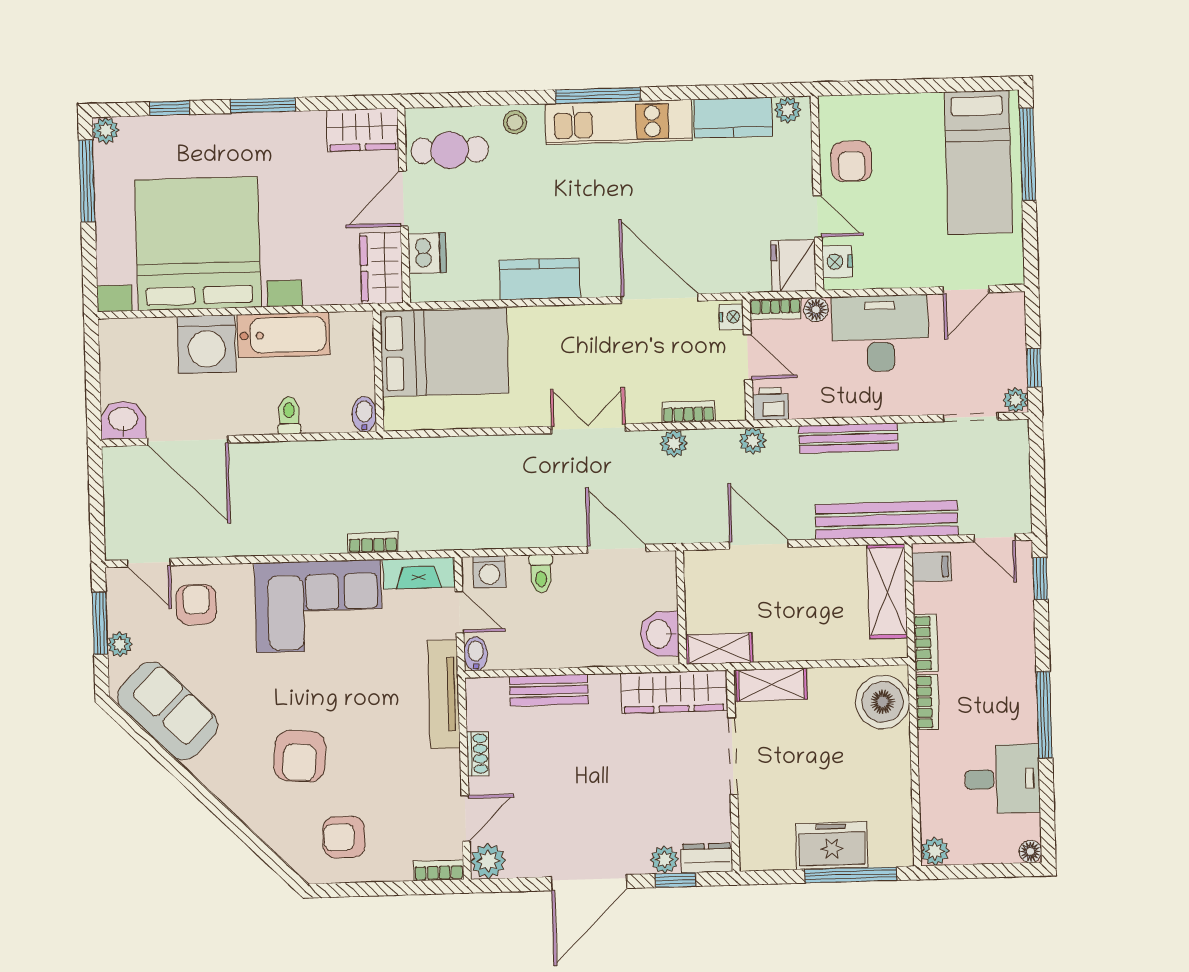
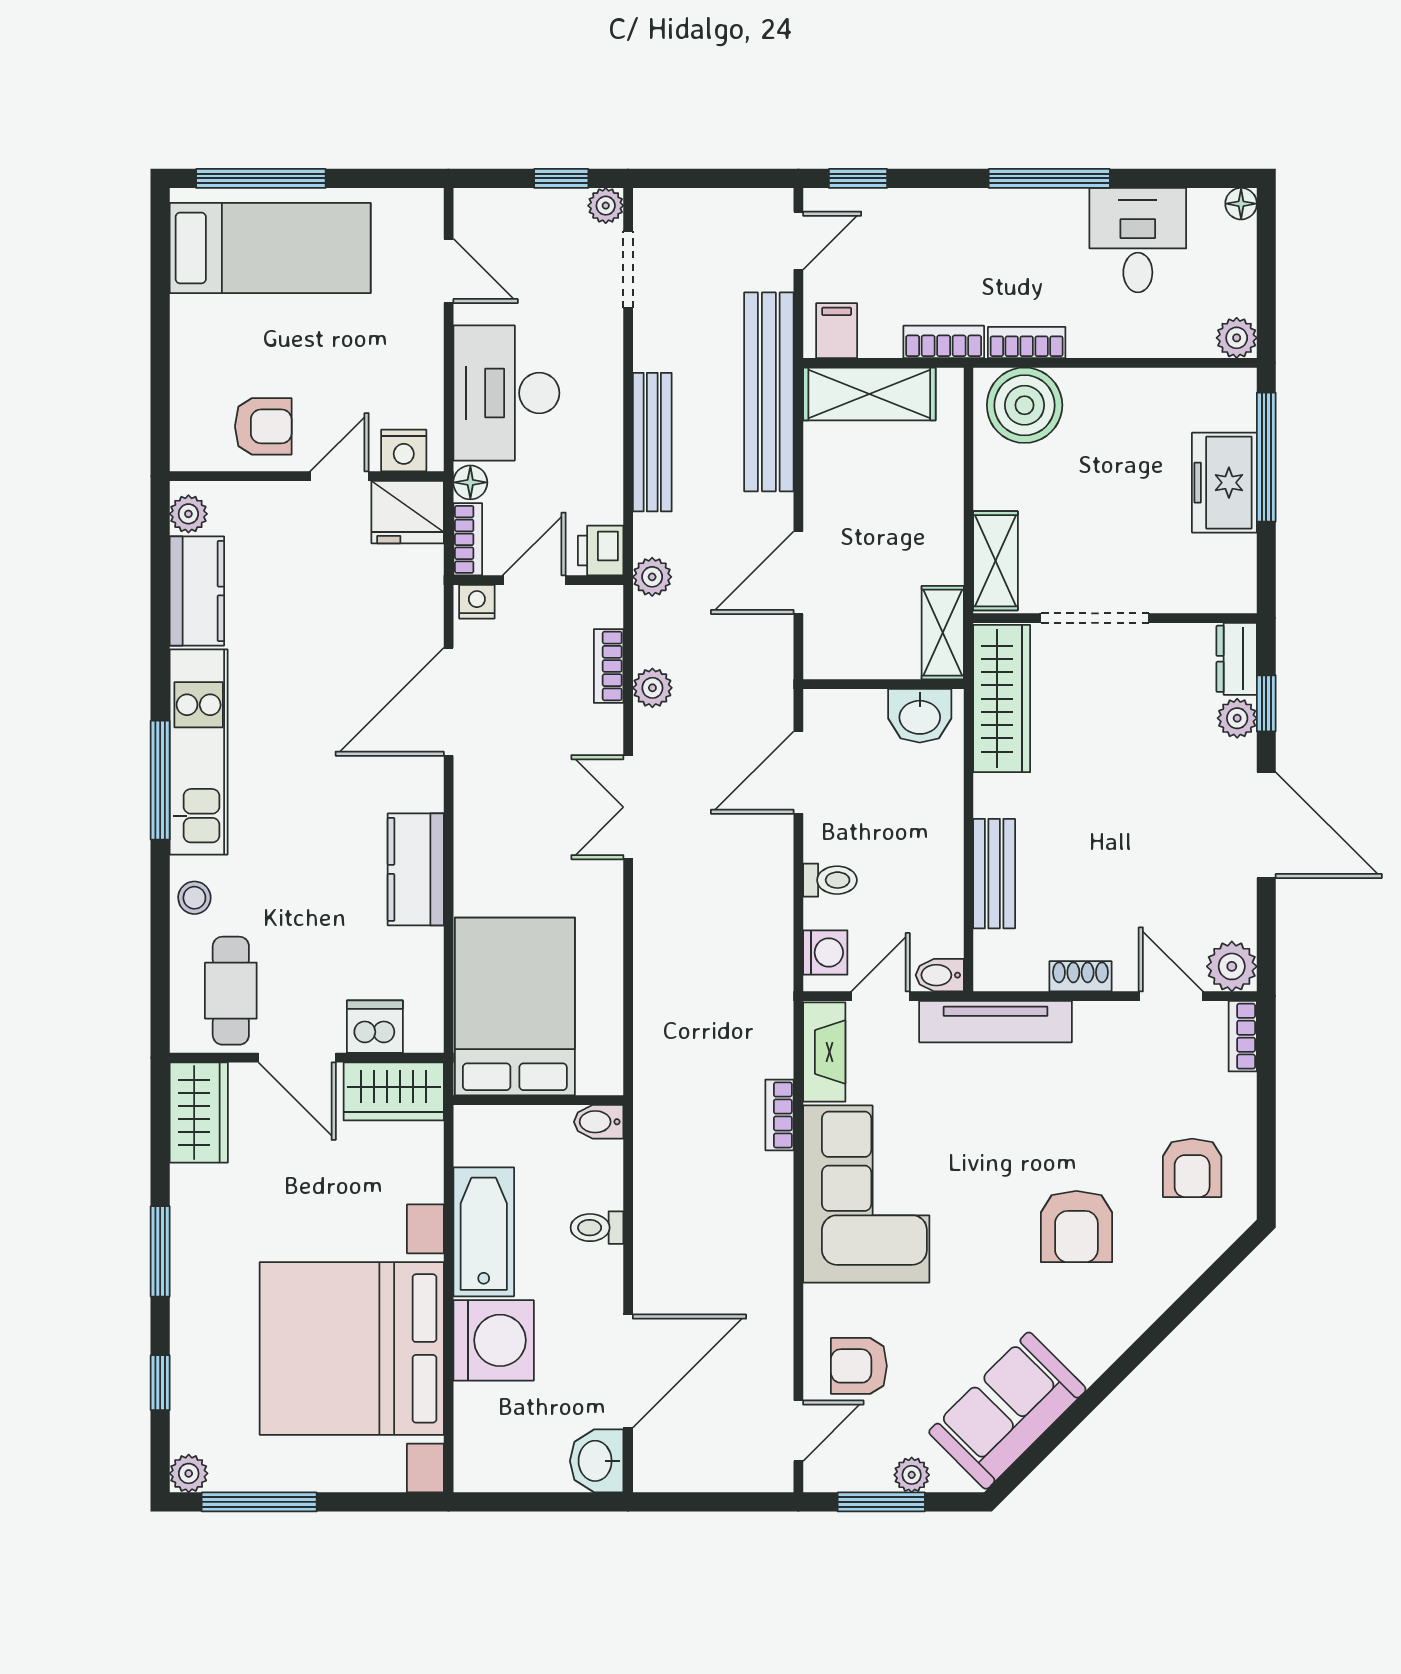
armchair: (300, 756) -> (1076, 1227), turned 85

